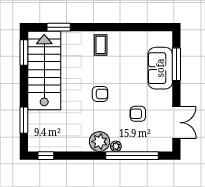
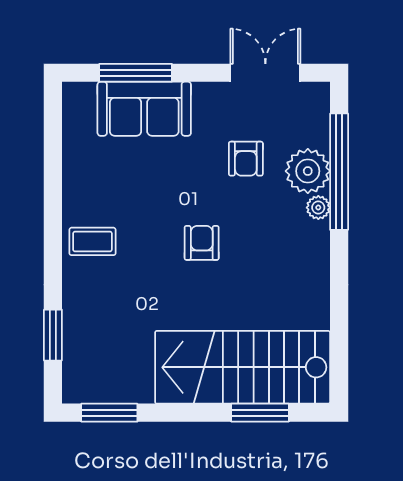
stairs: (44, 70) -> (243, 367), moved
plant: (100, 142) -> (308, 171), moved
window: (46, 156) -> (339, 363), removed

